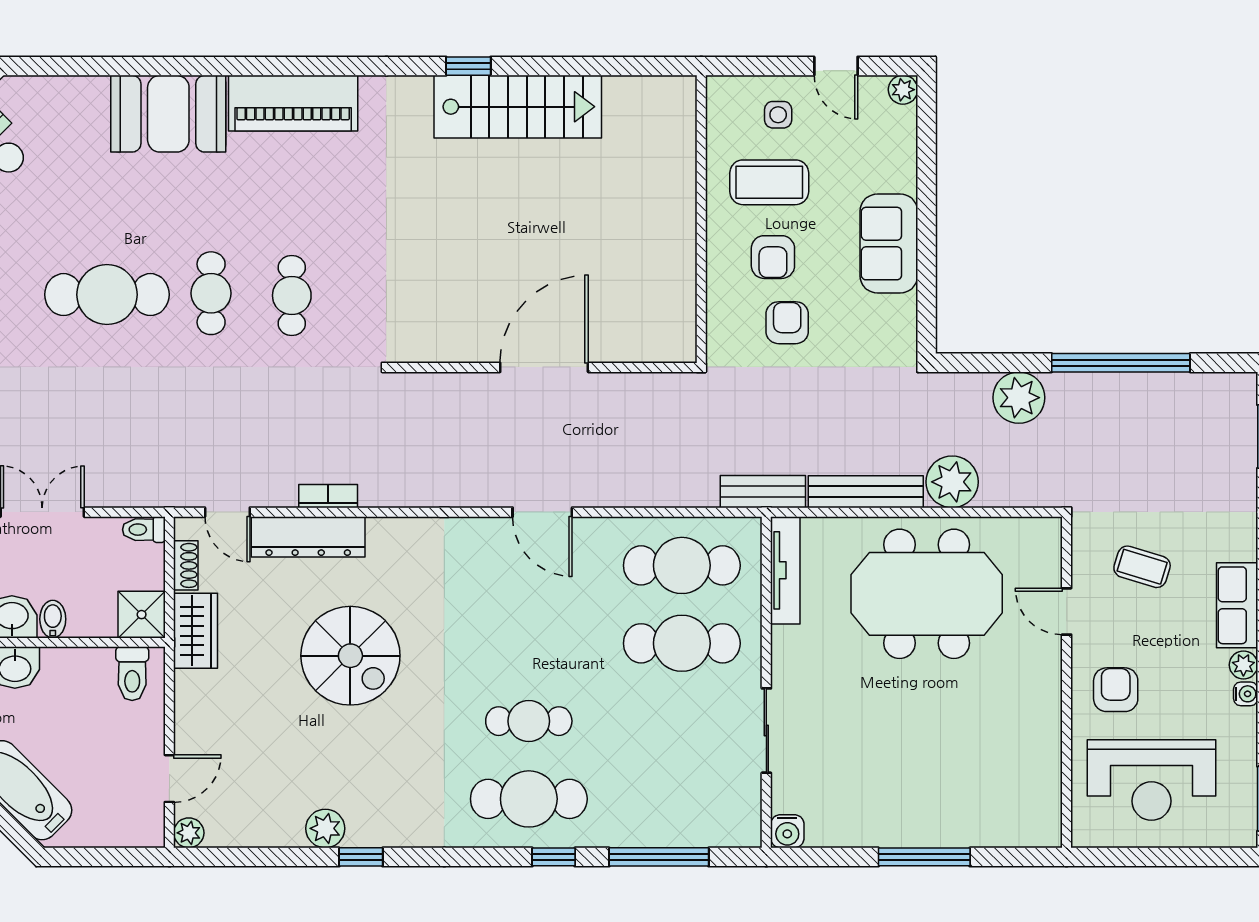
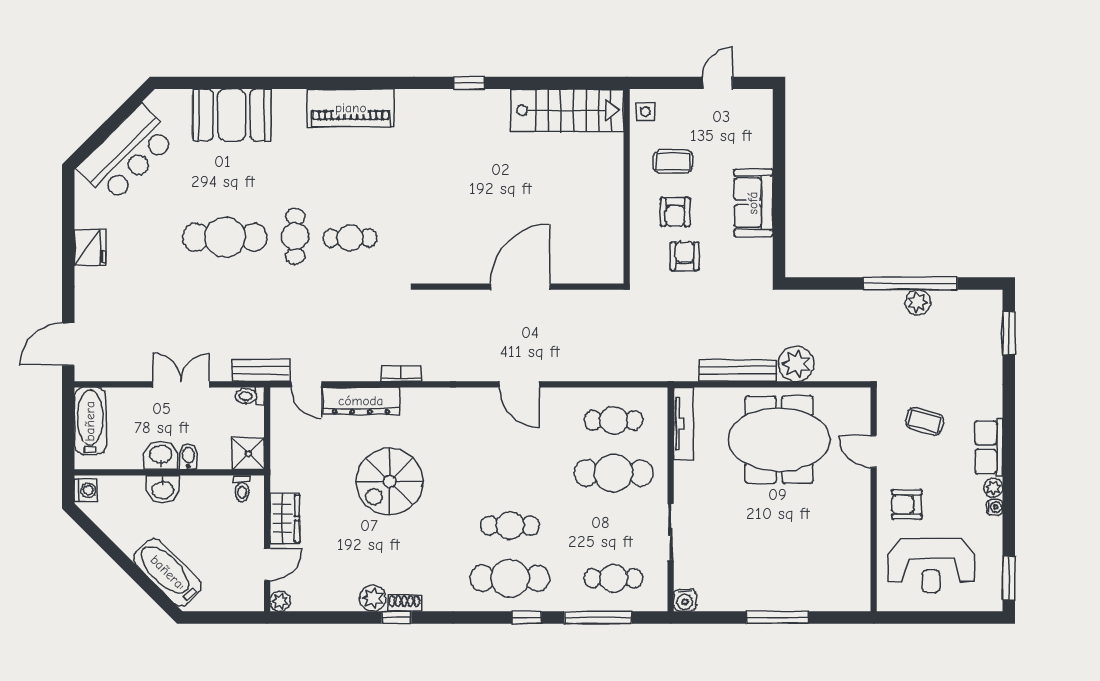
door: (836, 66) -> (718, 83), swing flipped
plant: (903, 90) -> (763, 99), removed
stairs: (518, 107) -> (567, 110), moved
booth: (168, 114) -> (232, 115), moved
side table: (778, 115) -> (645, 112), moved
coffee table: (769, 182) -> (673, 161), width x0.73, depth x0.77
cafe table: (292, 295) -> (350, 238), turned 90
plant: (1019, 398) -> (918, 302), moved, width x0.73, depth x0.73
bench: (763, 492) -> (261, 370), moved
bookcase: (328, 496) -> (401, 374), moved
shoe rack: (186, 565) -> (404, 603), moved, turned -90
cafe table: (682, 565) -> (614, 420), width x0.73, depth x0.74
wardrobe: (196, 631) -> (285, 518), moved
spiral stairs: (350, 656) -> (389, 481), turned 90
toilet: (132, 674) -> (242, 489), width x0.73, depth x0.72
armchair: (1116, 690) -> (907, 504), turned -90
cafe table: (682, 799) -> (614, 578), added

